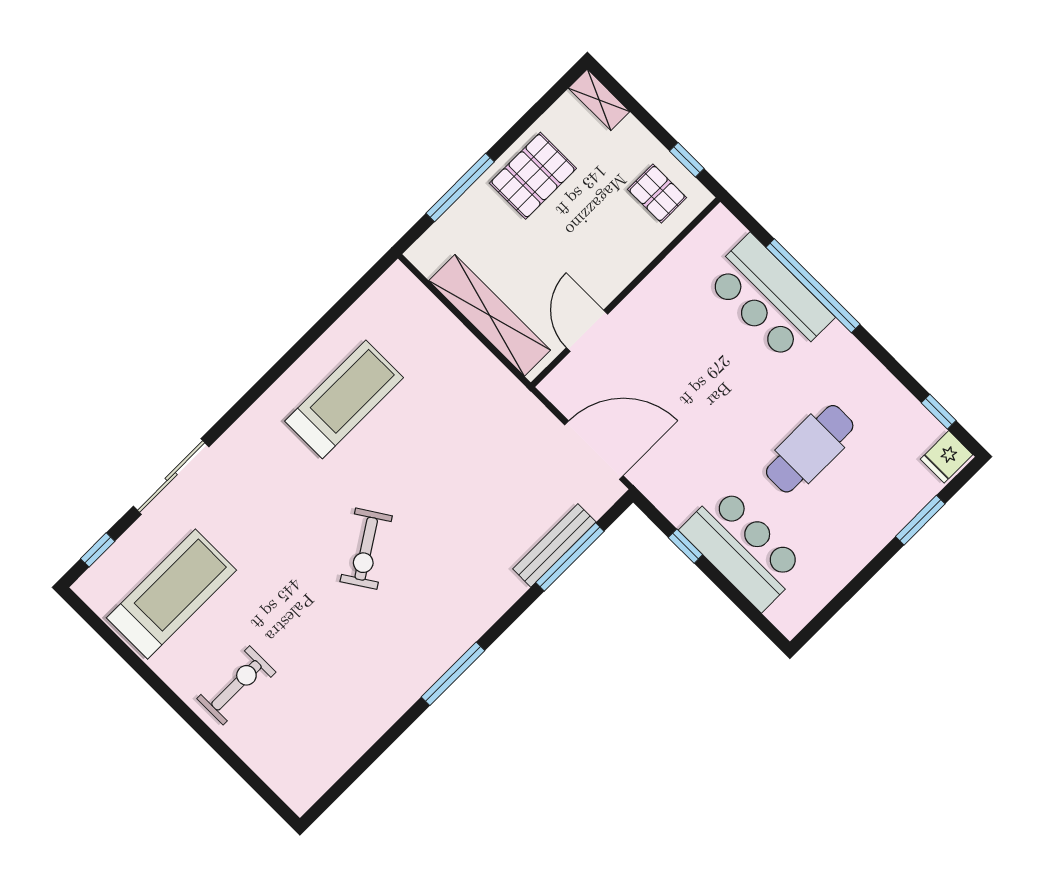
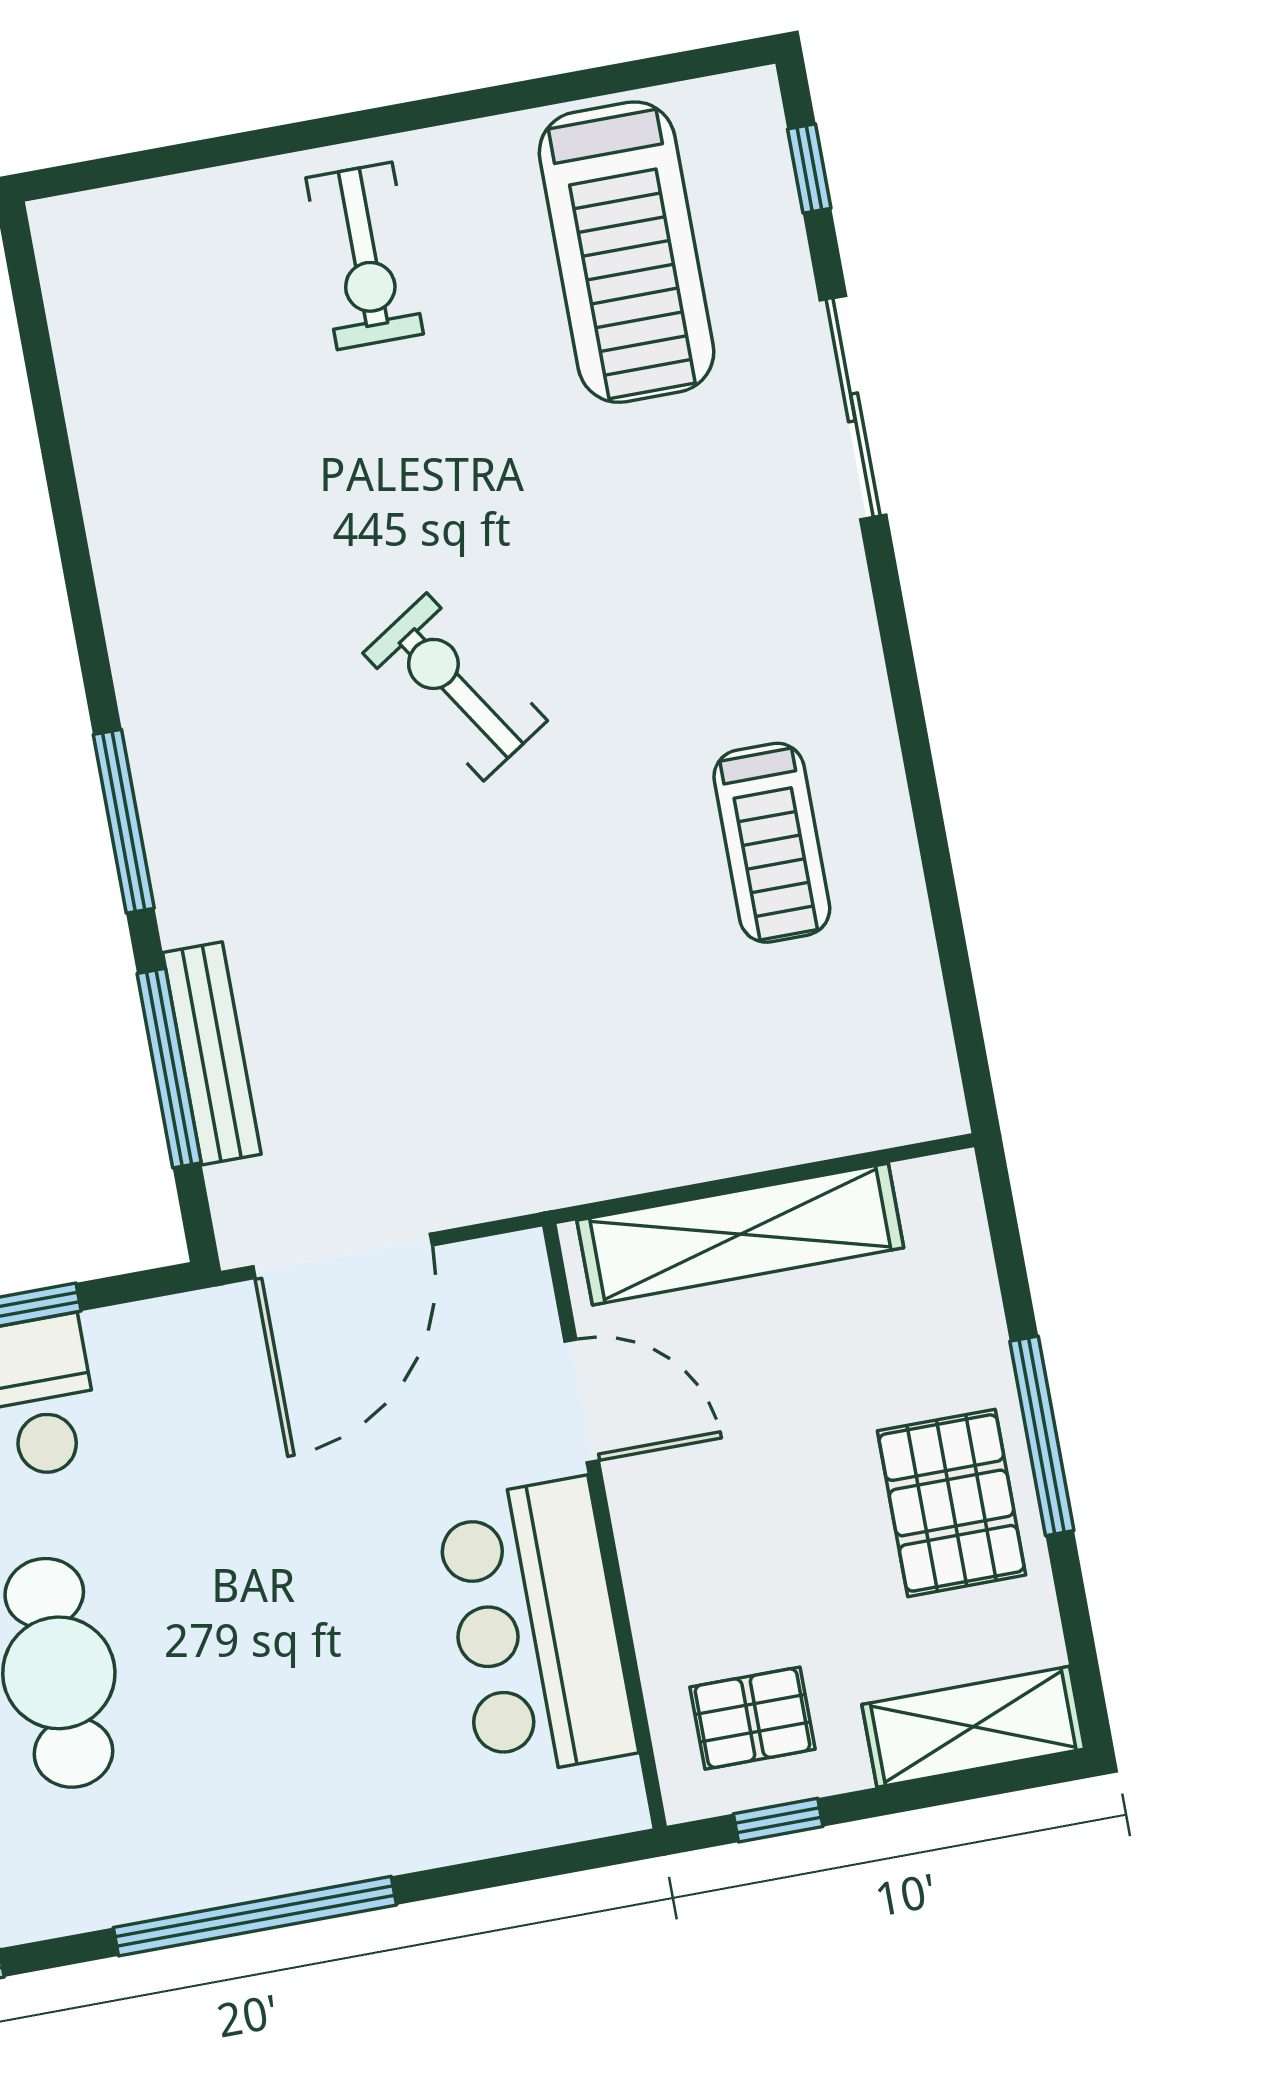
shelving: (599, 100) -> (973, 1727), width x1.50, depth x1.33
window: (460, 188) -> (1042, 1436), moved
window: (813, 286) -> (255, 1916), moved
bar counter: (769, 298) -> (536, 1628), moved, turned -90
treadmill: (344, 399) -> (772, 843), width x0.73, depth x0.73
window: (453, 674) -> (124, 821), moved

